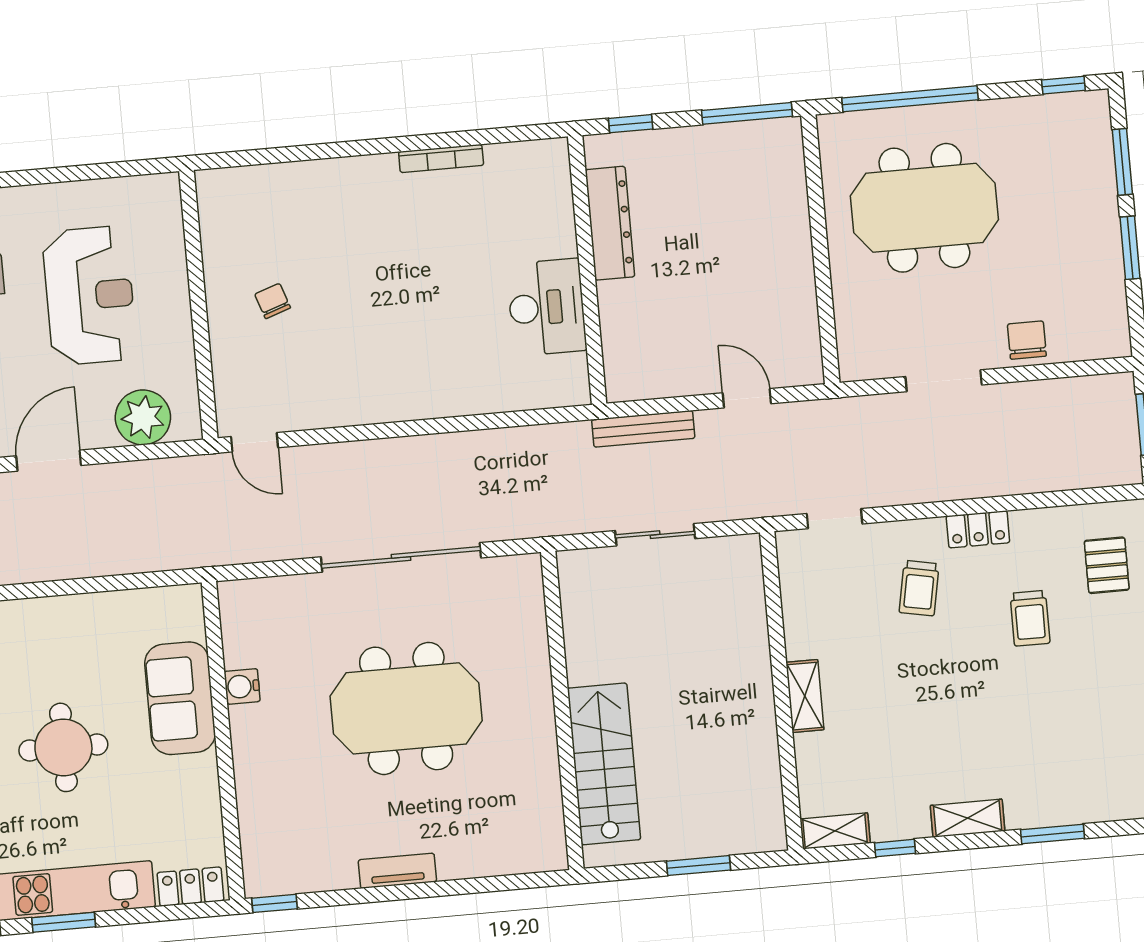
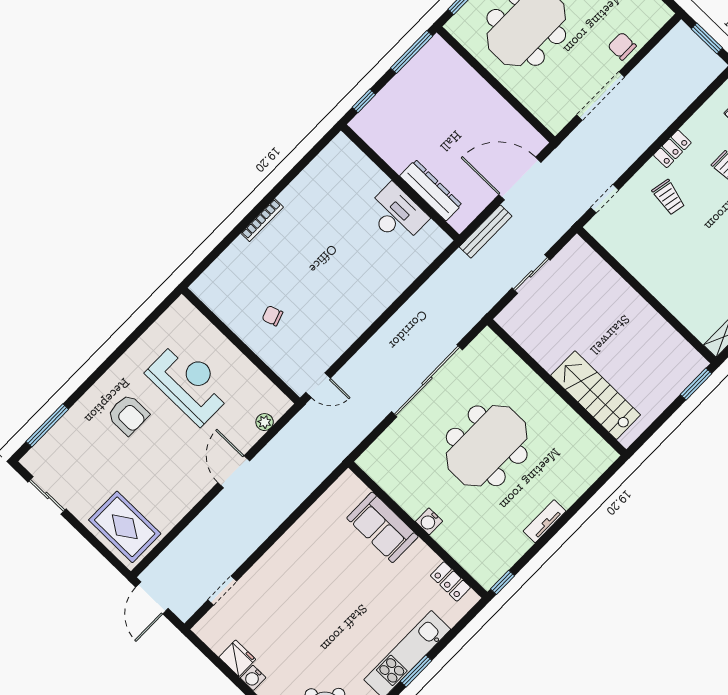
bookcase: (441, 159) -> (262, 220), moved
dresser: (610, 223) -> (431, 190), moved
doorway: (944, 381) -> (601, 96), width x1.36
door: (747, 398) -> (520, 179), width x1.88
plant: (143, 417) -> (265, 422), width x0.53, depth x0.53
water cooler: (242, 686) -> (429, 521), moved
shelving: (805, 696) -> (659, 289), removed
round table: (63, 747) -> (349, 594), removed
window: (698, 866) -> (696, 384), moved
locker: (190, 887) -> (450, 581), moved, turned -90

